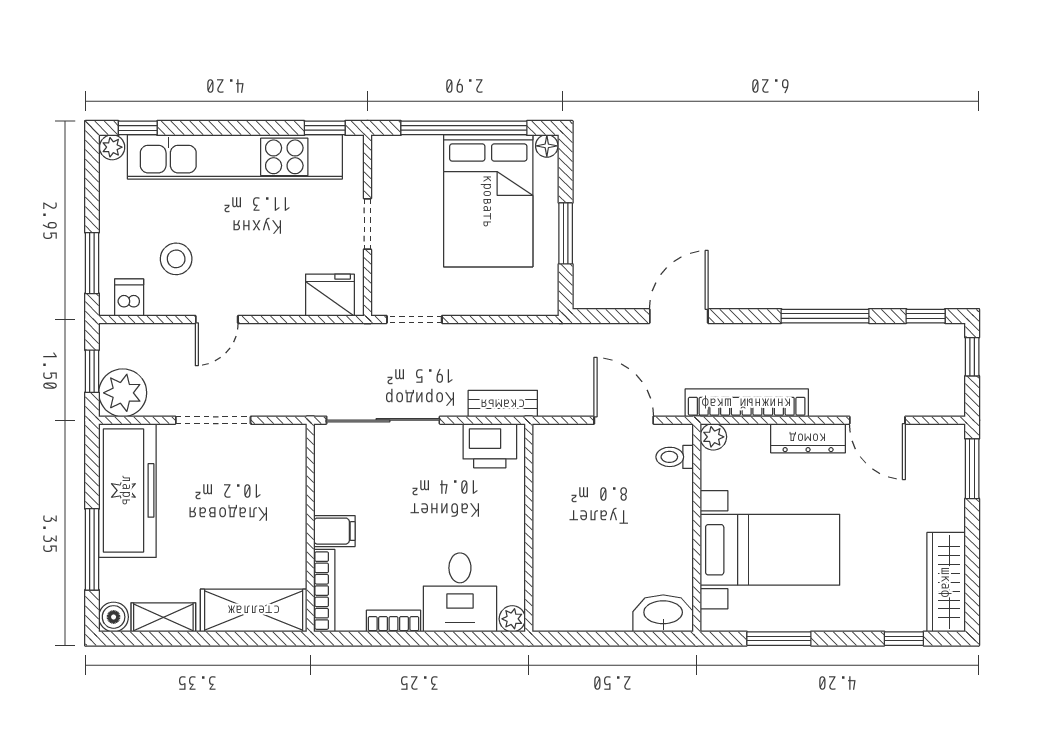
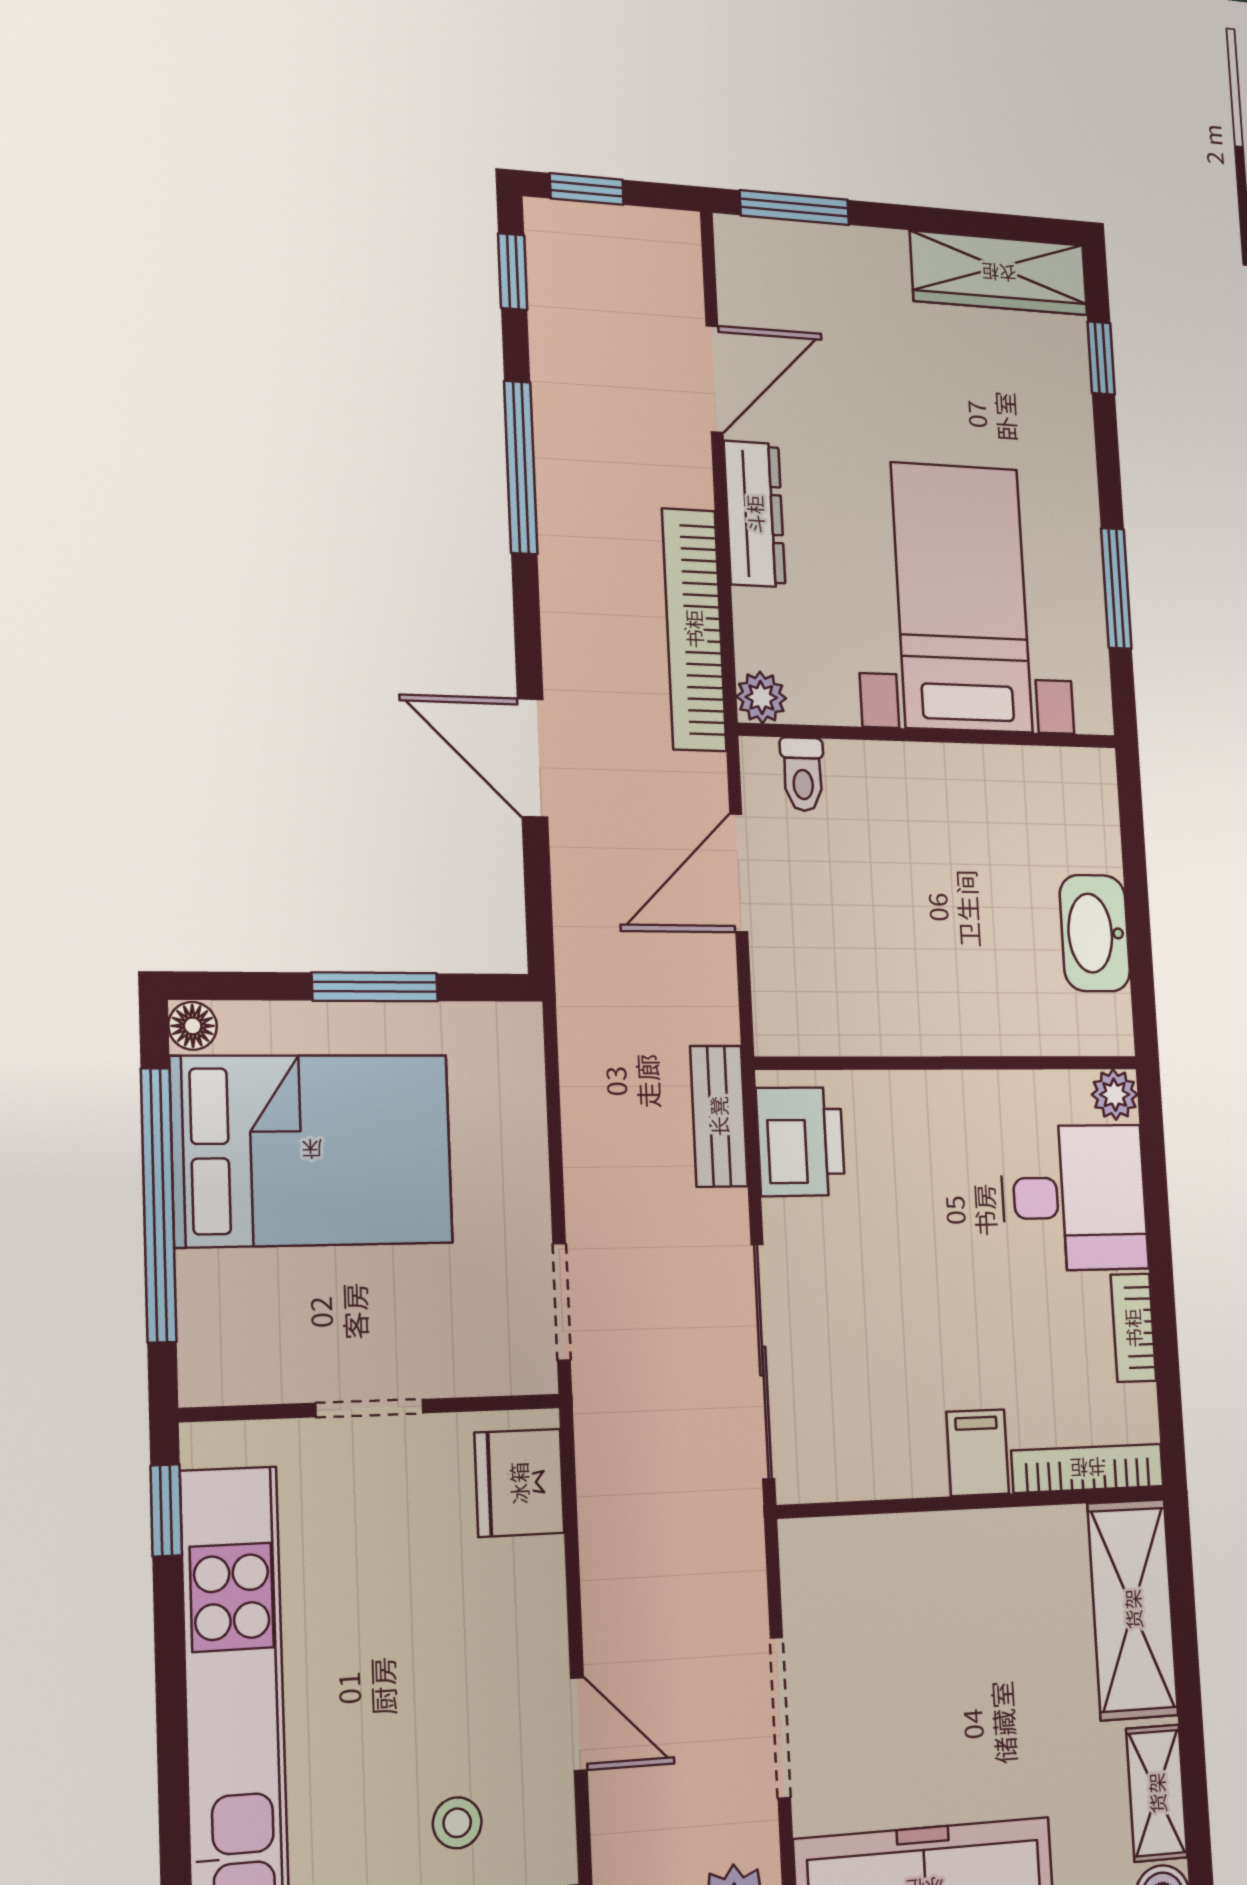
stool: (176, 259) -> (457, 1823), width x0.73, depth x0.73
washbasin: (663, 613) -> (1095, 933), moved

